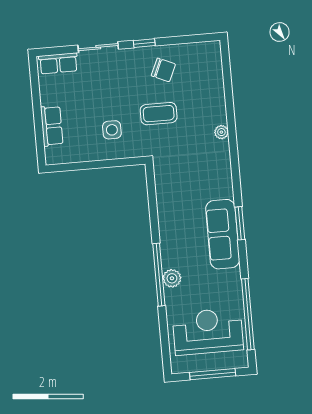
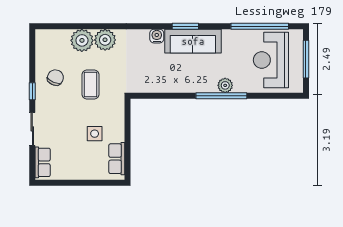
plant: (212, 98) -> (82, 40), added
row of seats: (52, 126) -> (117, 159), moved, turned -90
side table: (112, 130) -> (95, 134), moved
plant: (221, 132) -> (105, 40), width x1.88, depth x1.88
water cooler: (225, 189) -> (157, 36), added

